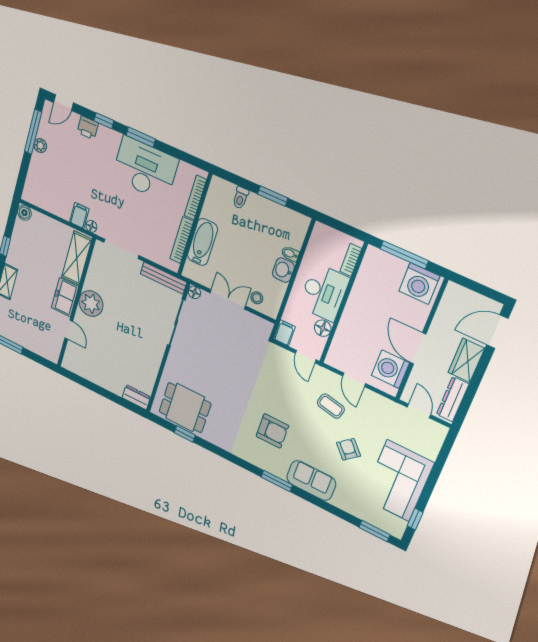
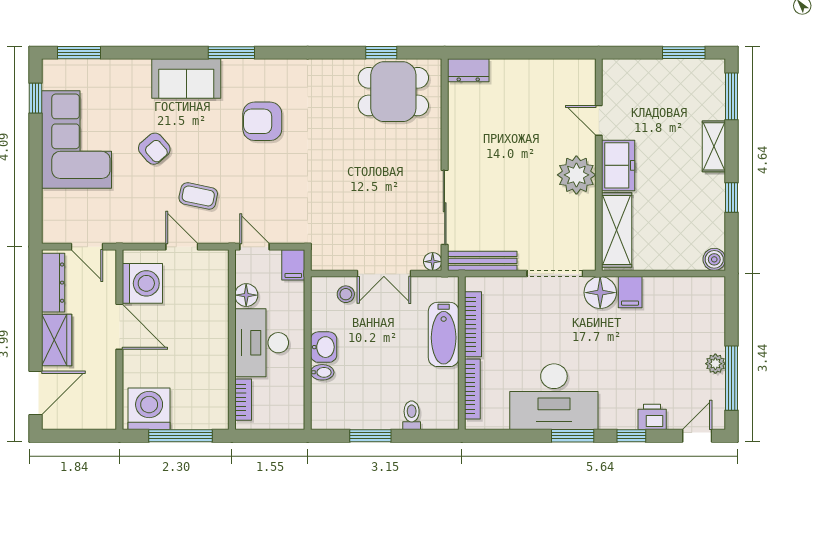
floor lamp: (91, 226) -> (600, 293), width x1.89, depth x1.89

